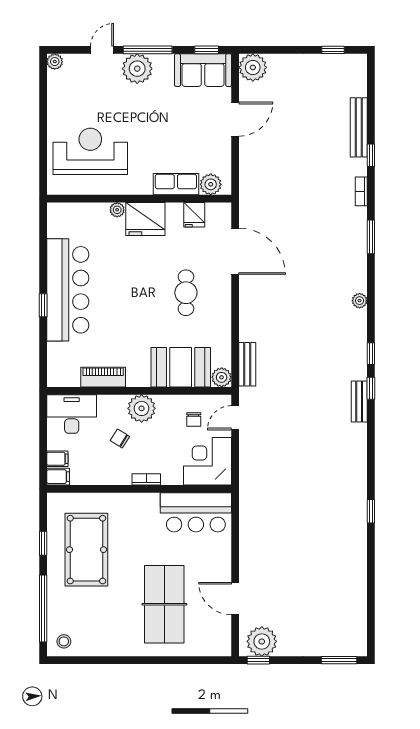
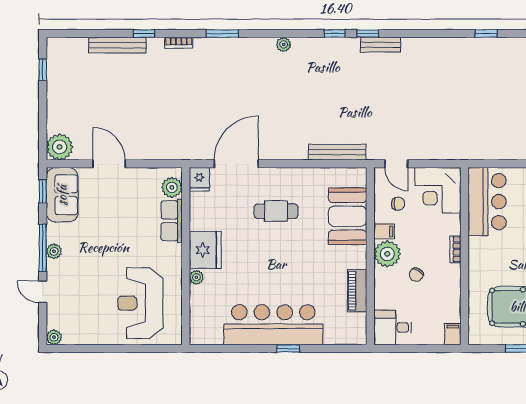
plant: (137, 69) -> (54, 251), width x0.53, depth x0.53
fridge: (194, 215) -> (199, 179), moved, turned 90
bench: (247, 364) -> (337, 152), width x1.36
plant: (222, 377) -> (357, 177), removed
desk: (72, 414) -> (393, 327), width x0.73
filing cabinet: (57, 459) -> (384, 232), moved, turned 90

